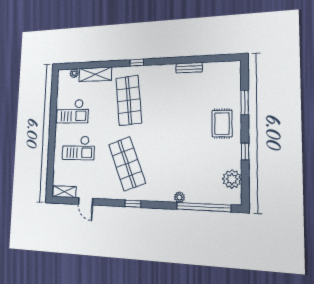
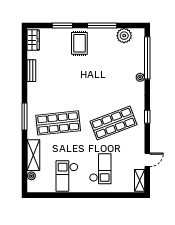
window: (137, 63) -> (24, 117), width x2.17
wardrobe: (226, 68) -> (33, 40), added
checkout: (73, 111) -> (67, 176), turned 180
rug: (222, 124) -> (79, 43), turned 90
window: (245, 151) -> (102, 25), width x2.17

